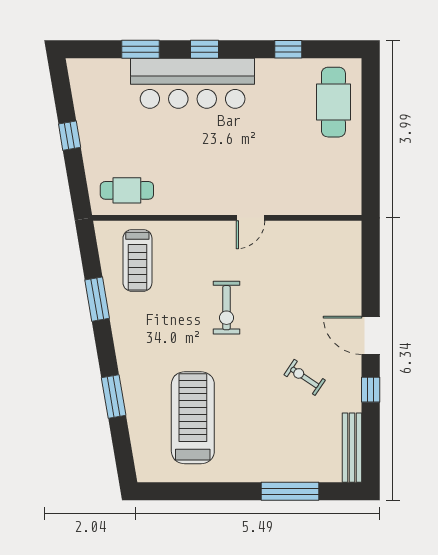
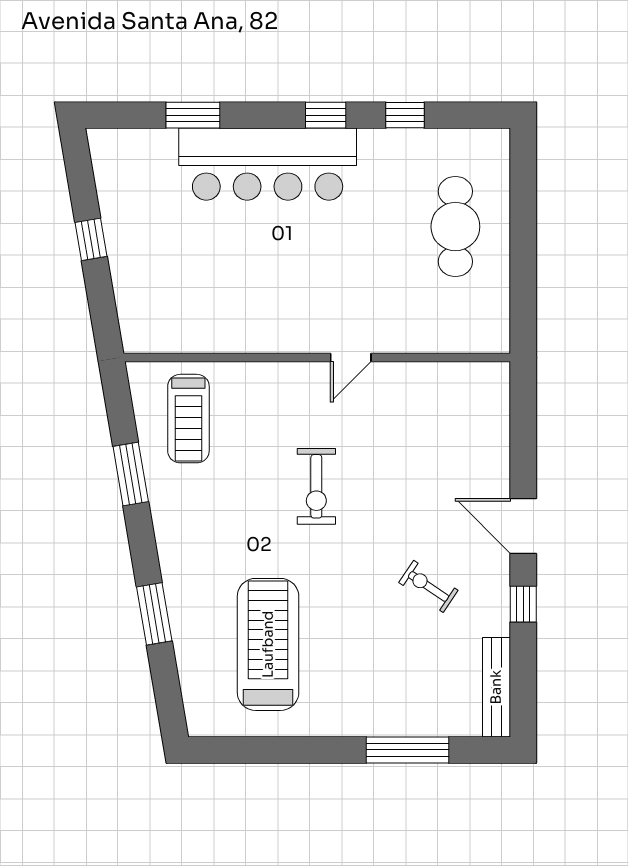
window: (205, 49) -> (326, 115), moved
cafe table: (333, 102) -> (455, 227), moved
cafe table: (127, 190) -> (173, 318), removed

